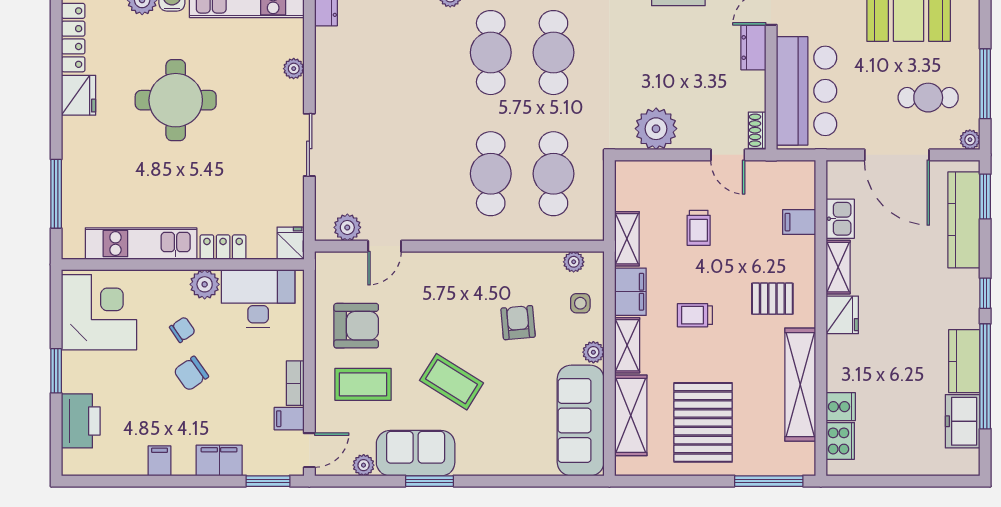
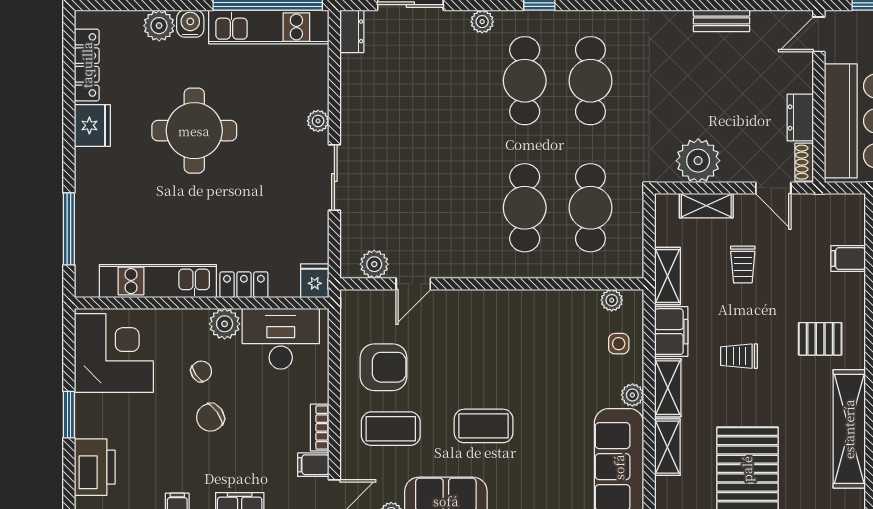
dresser: (753, 48) -> (800, 118), moved
plant: (294, 69) -> (318, 121), moved
shelving: (664, 172) -> (706, 206), added
armchair: (518, 323) -> (553, 364), removed
coffee table: (452, 382) -> (484, 426), turned -32
shelving: (631, 415) -> (667, 447), width x0.67, depth x0.75

